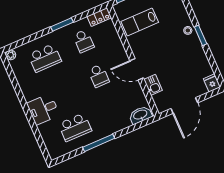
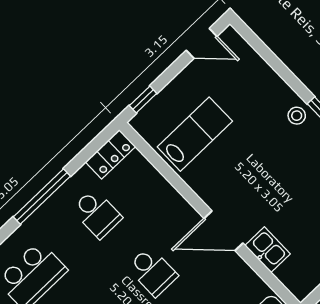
lab bench: (140, 22) -> (195, 134), turned 180
window: (62, 25) -> (42, 197), width x1.44

